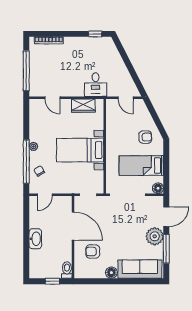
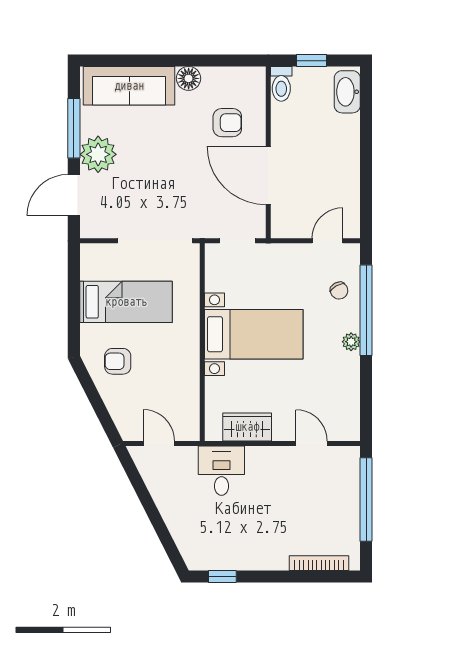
floor lamp: (158, 188) -> (91, 255), removed
washbasin: (35, 239) -> (347, 92), moved

